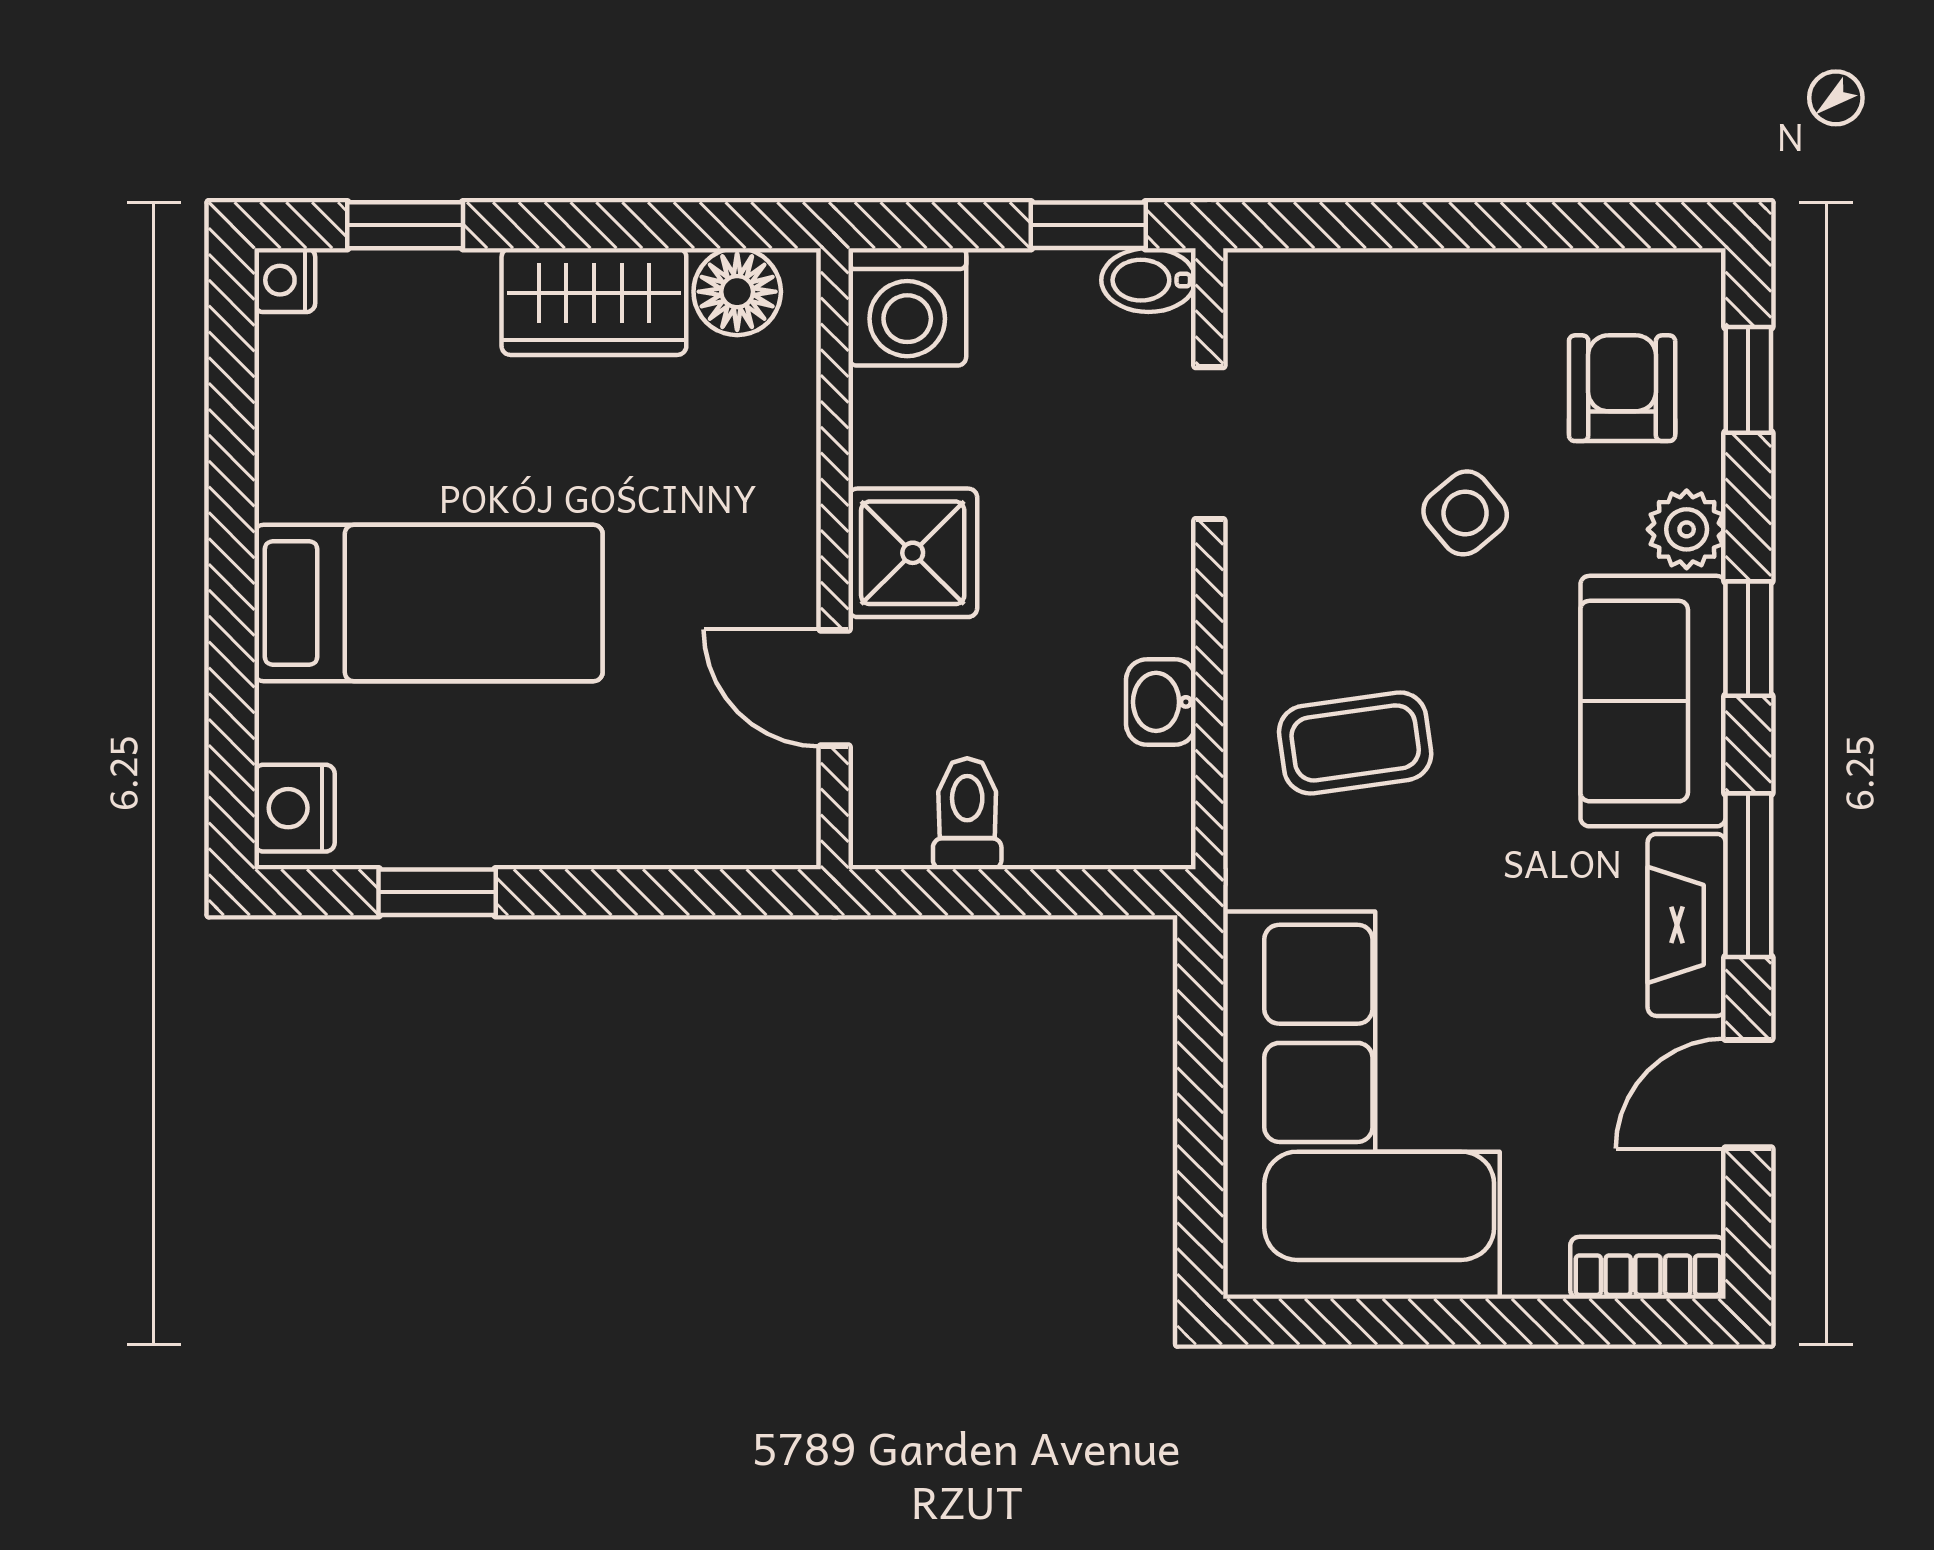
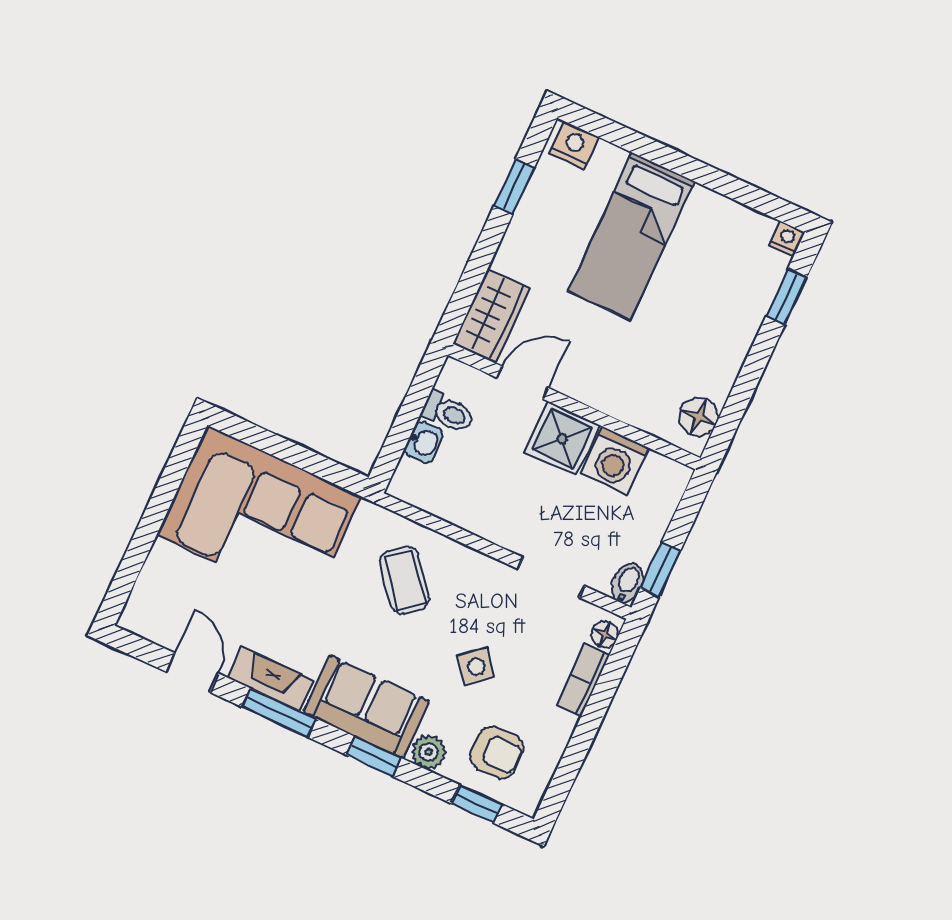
floor lamp: (1276, 278) -> (605, 634), added
wardrobe: (594, 302) -> (492, 315), moved, turned 180
washing machine: (907, 307) -> (615, 461), moved, turned -90
washbasin: (1161, 702) -> (424, 442), moved, turned 90
coffee table: (1355, 743) -> (405, 580), turned -31
bookcase: (1648, 1268) -> (583, 680), moved, turned 180

